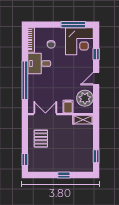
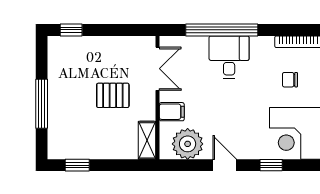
desk: (39, 64) -> (229, 57), moved
pallet: (41, 139) -> (113, 95), moved
window: (64, 175) -> (42, 104), width x2.17

